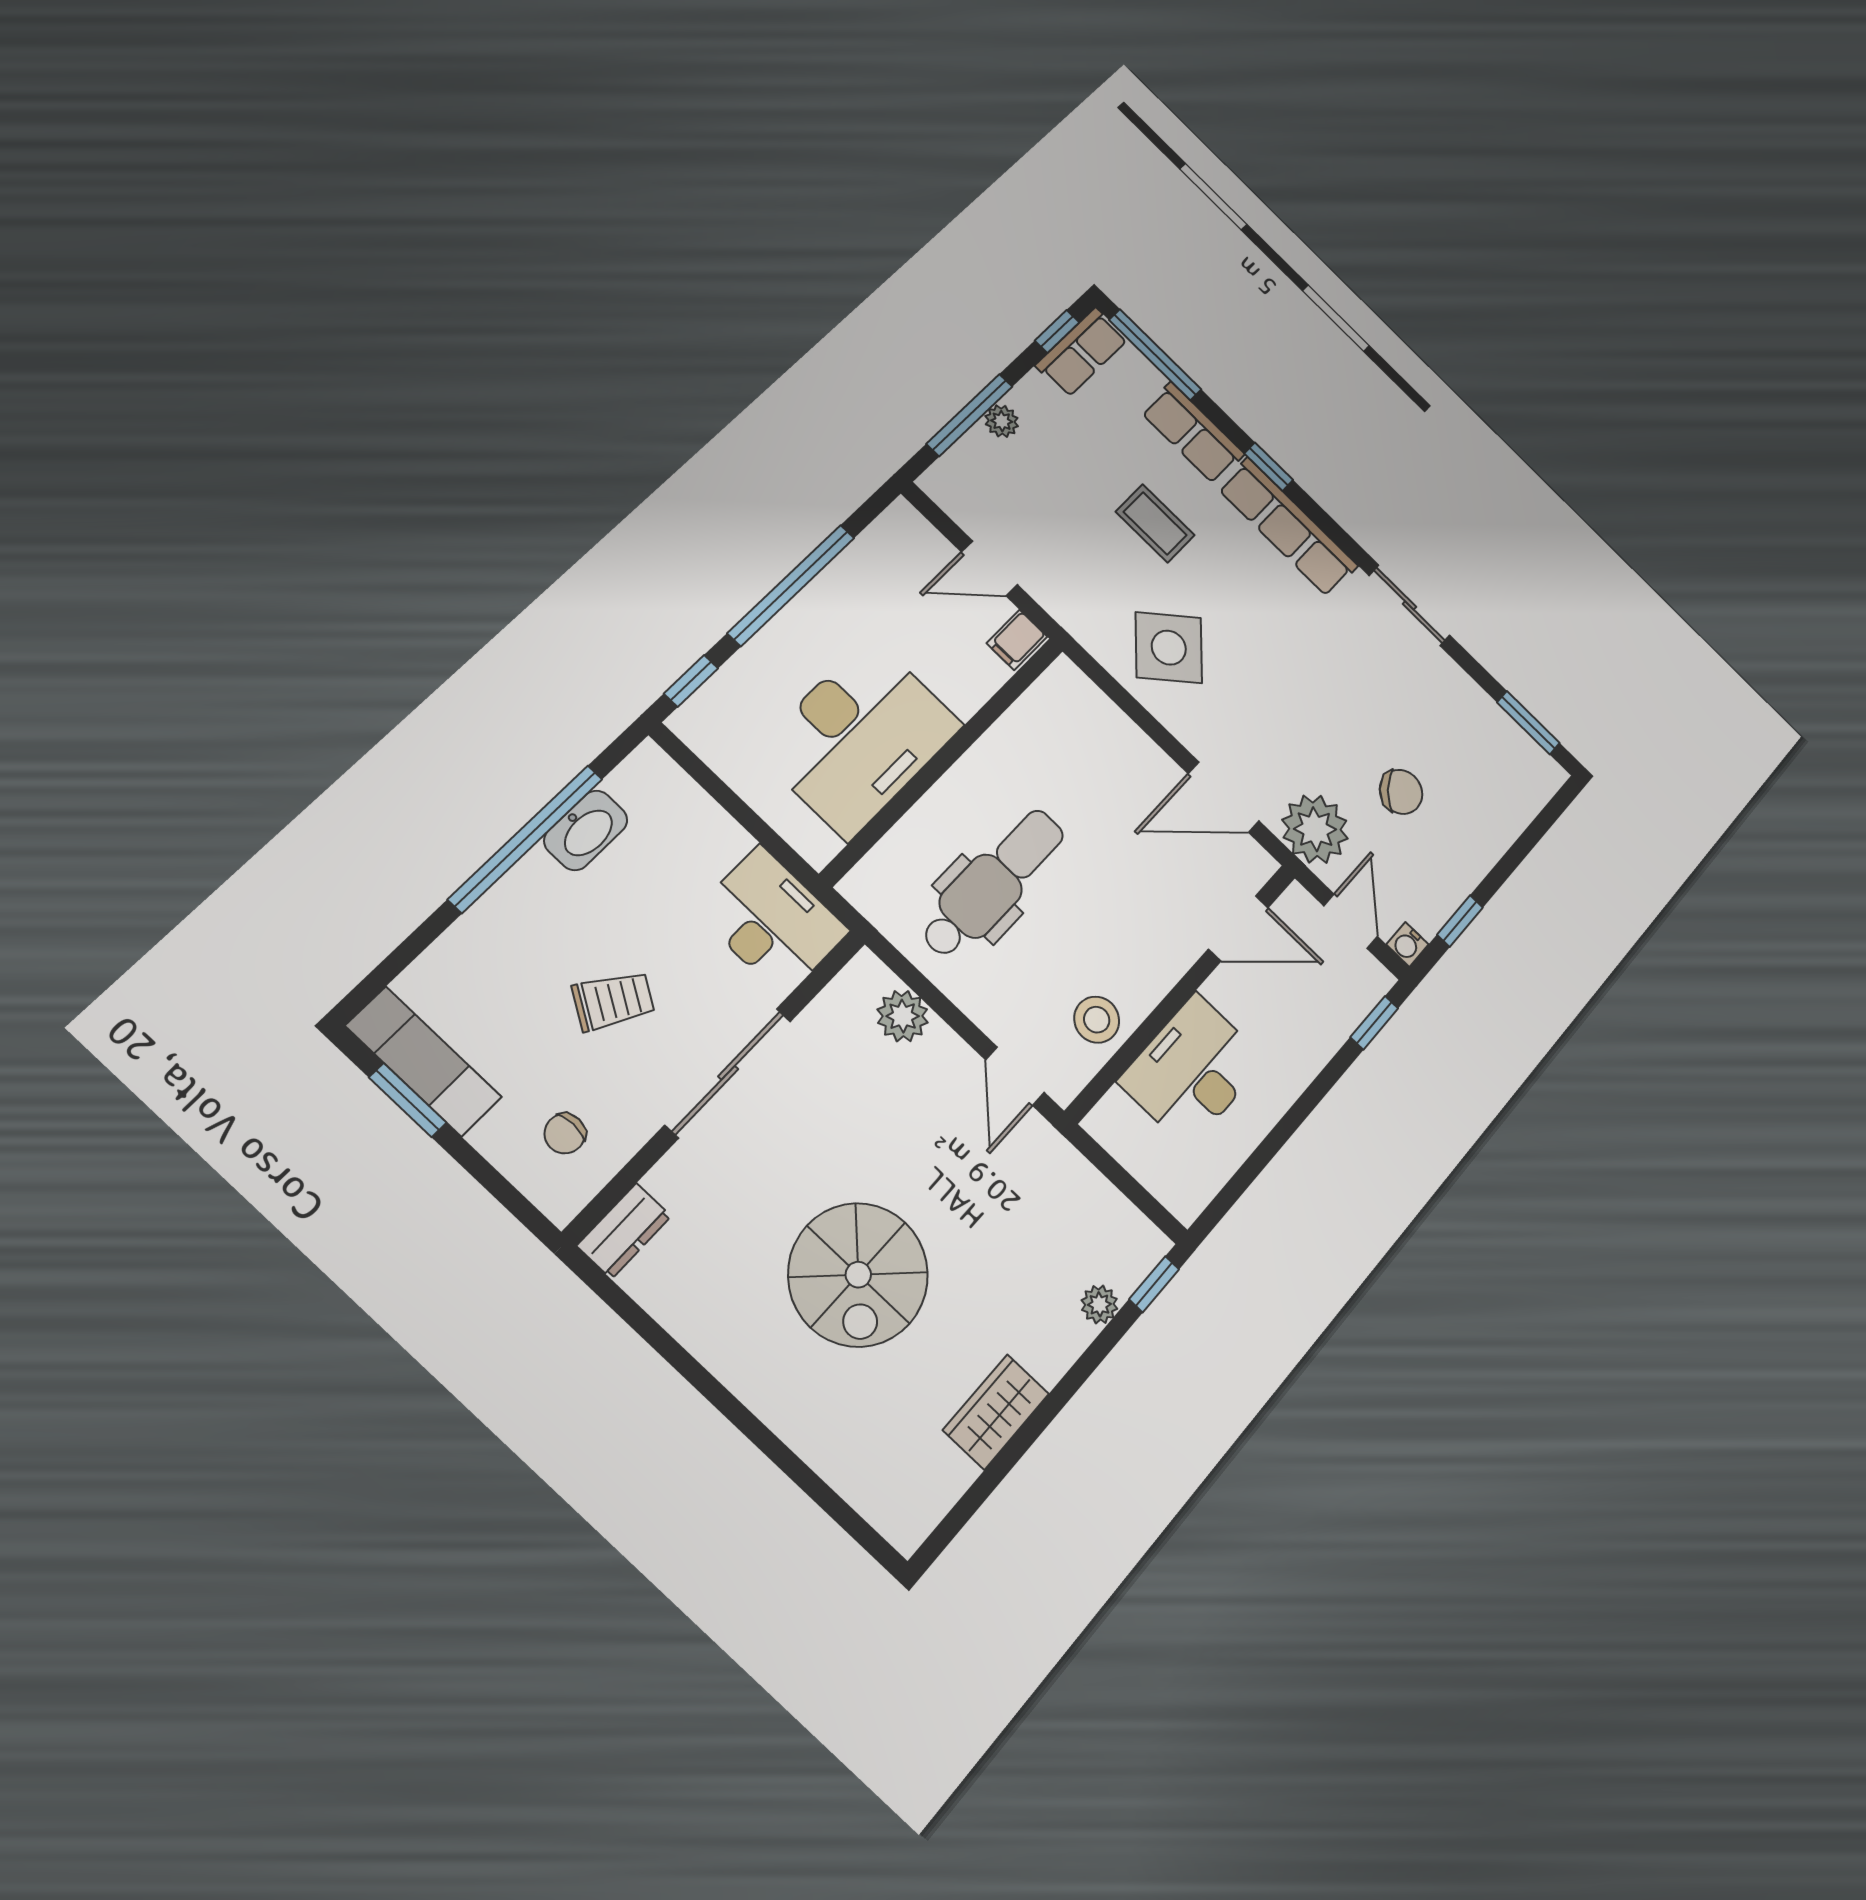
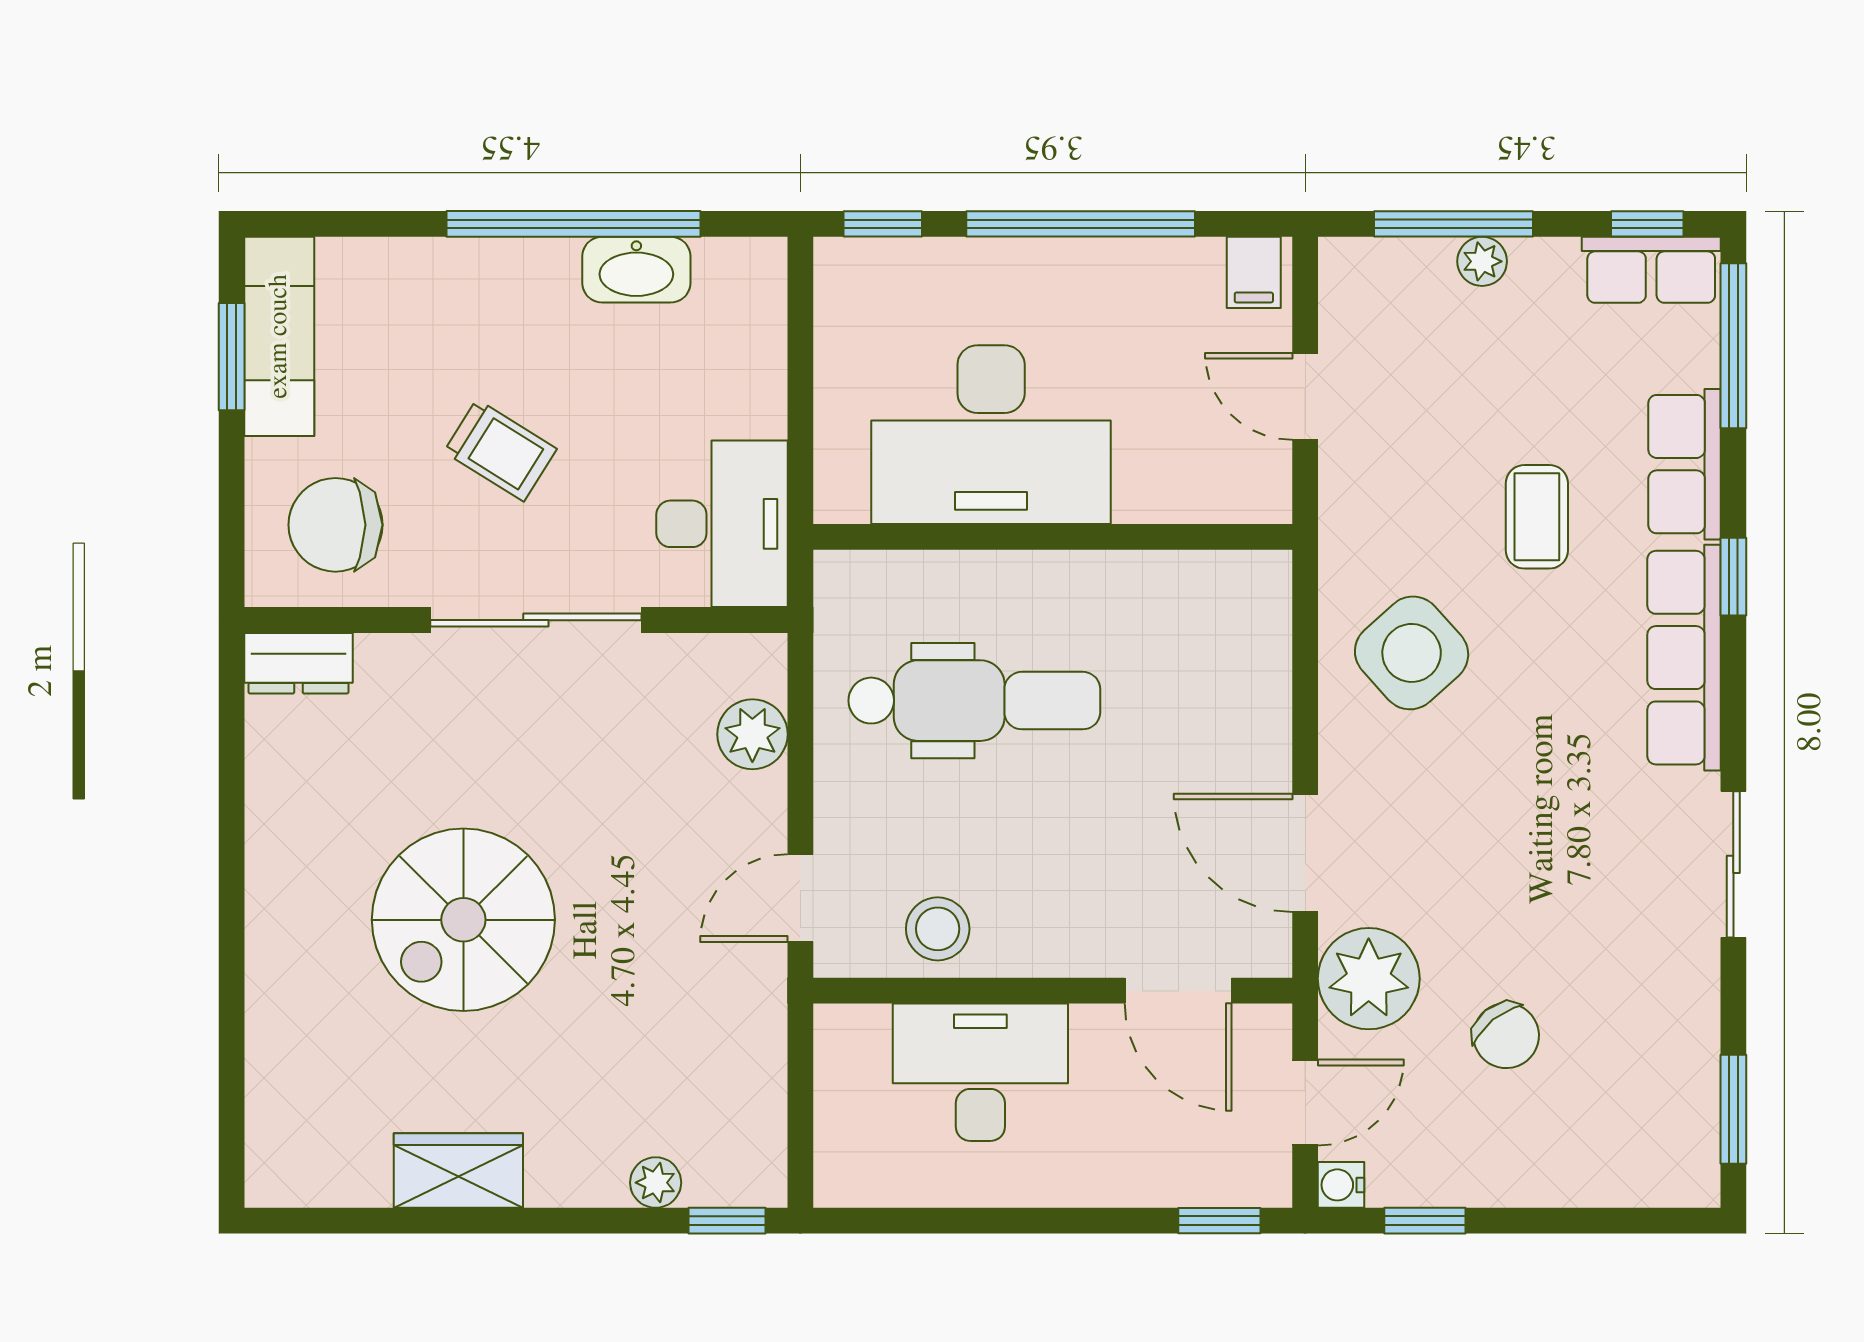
filing cabinet: (1017, 640) -> (1254, 272), moved, turned -90
chair: (565, 1134) -> (335, 525), width x1.87, depth x1.87

